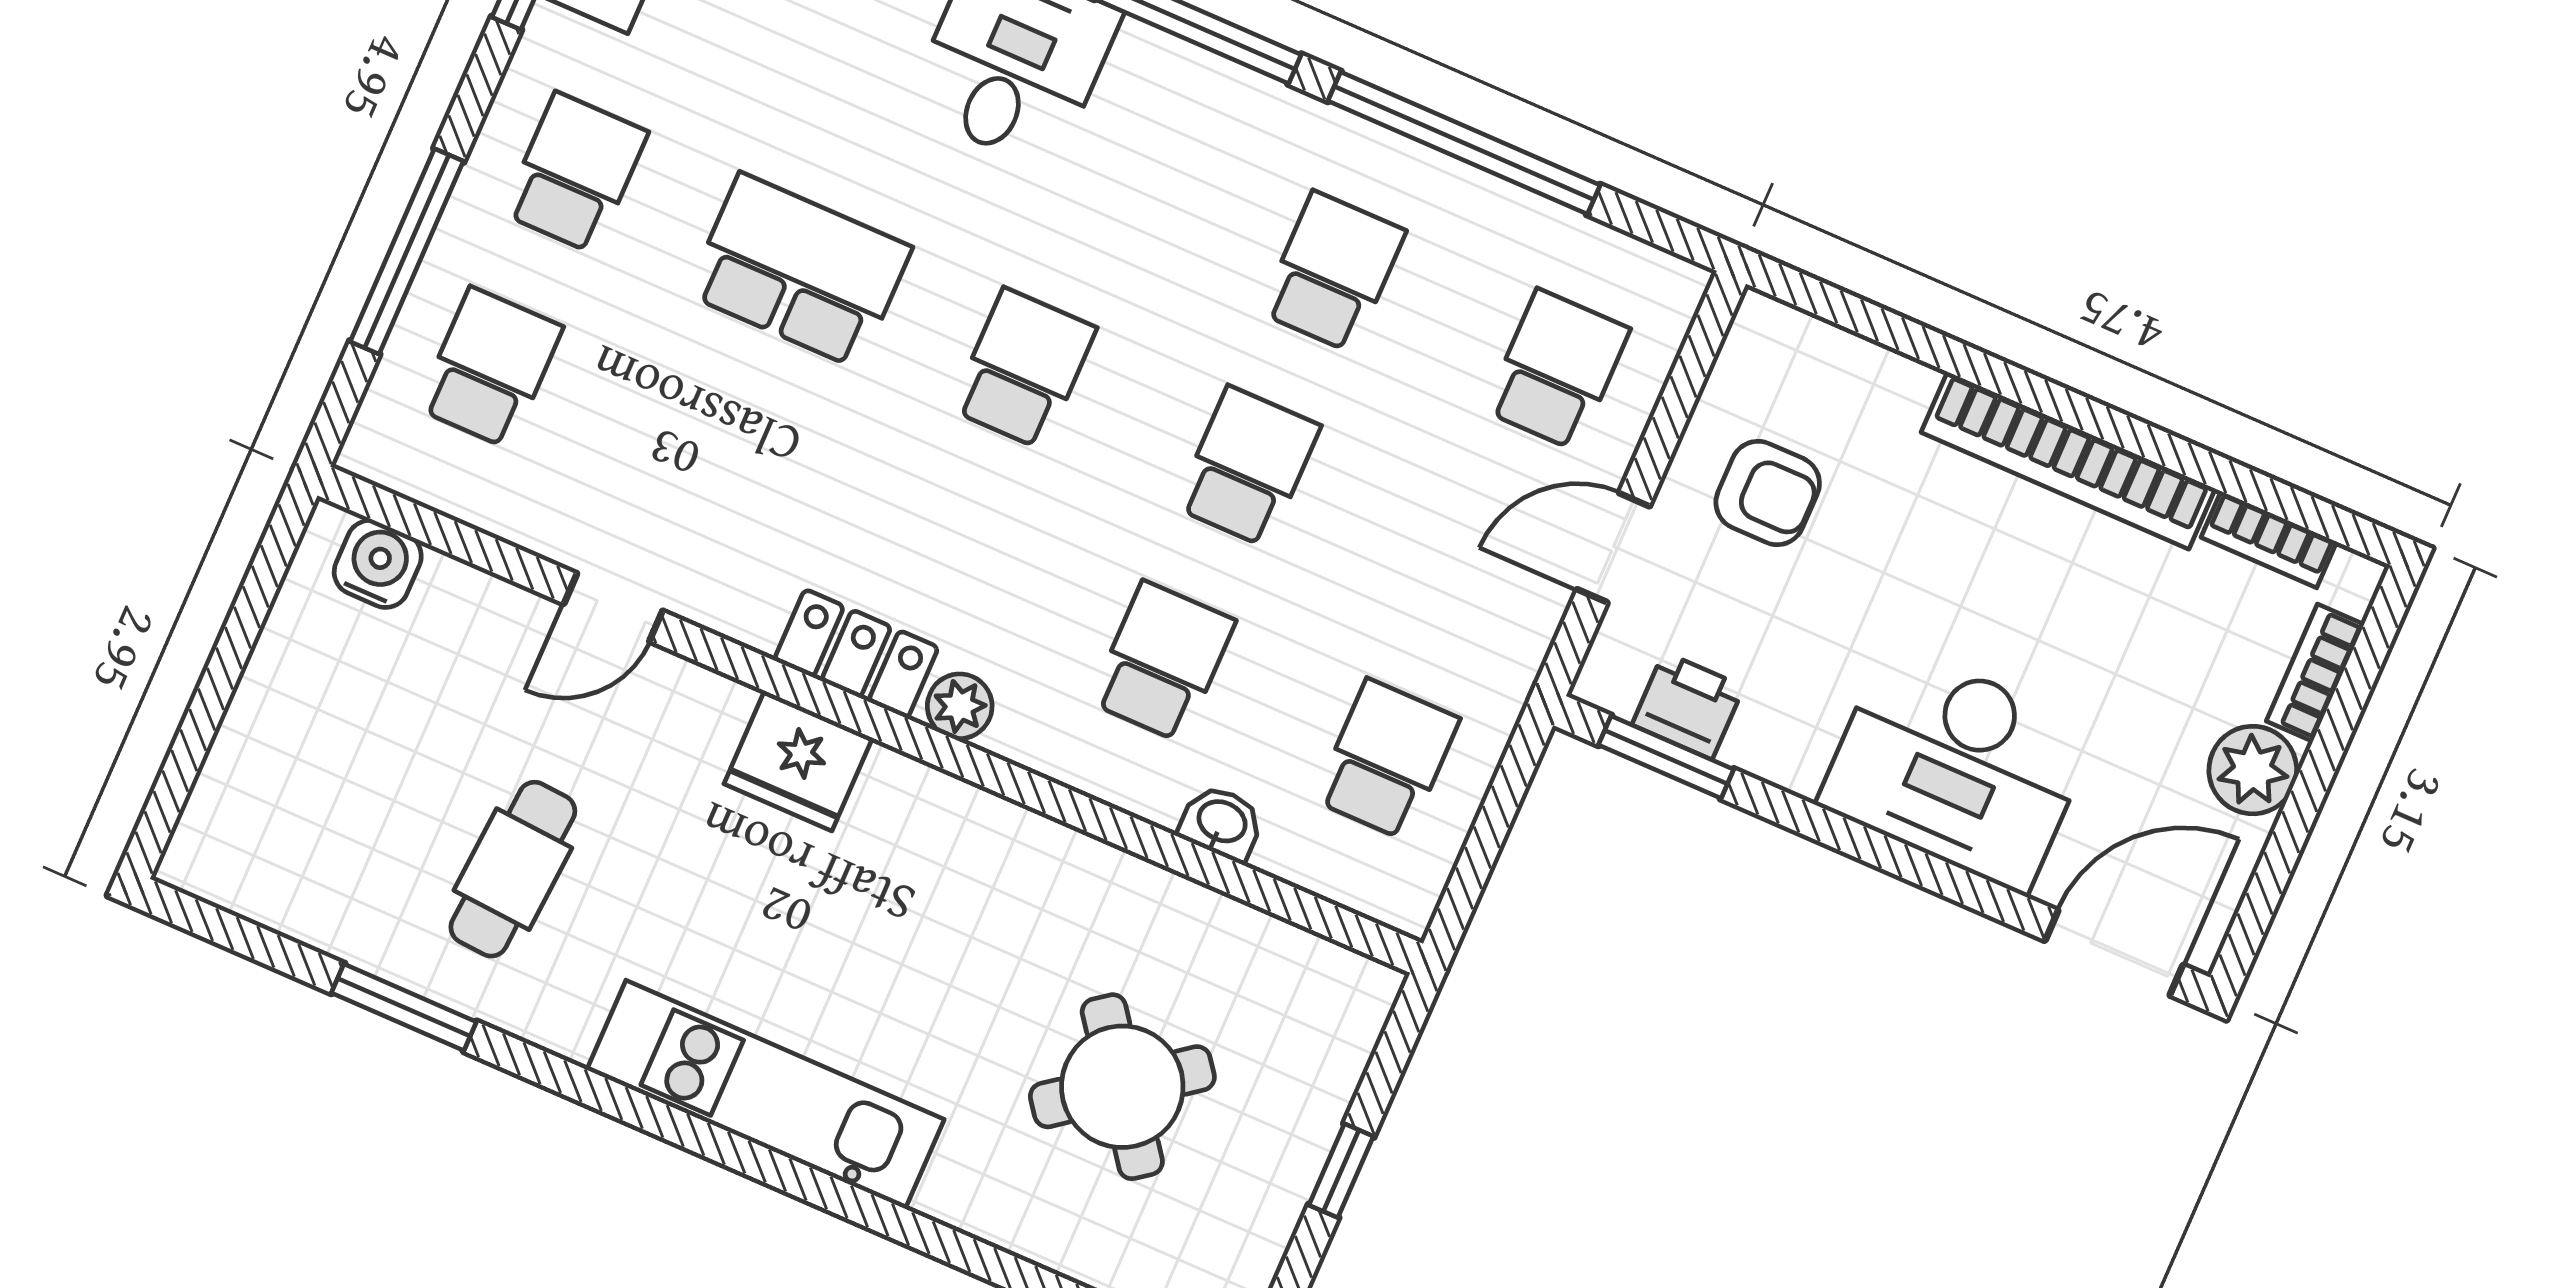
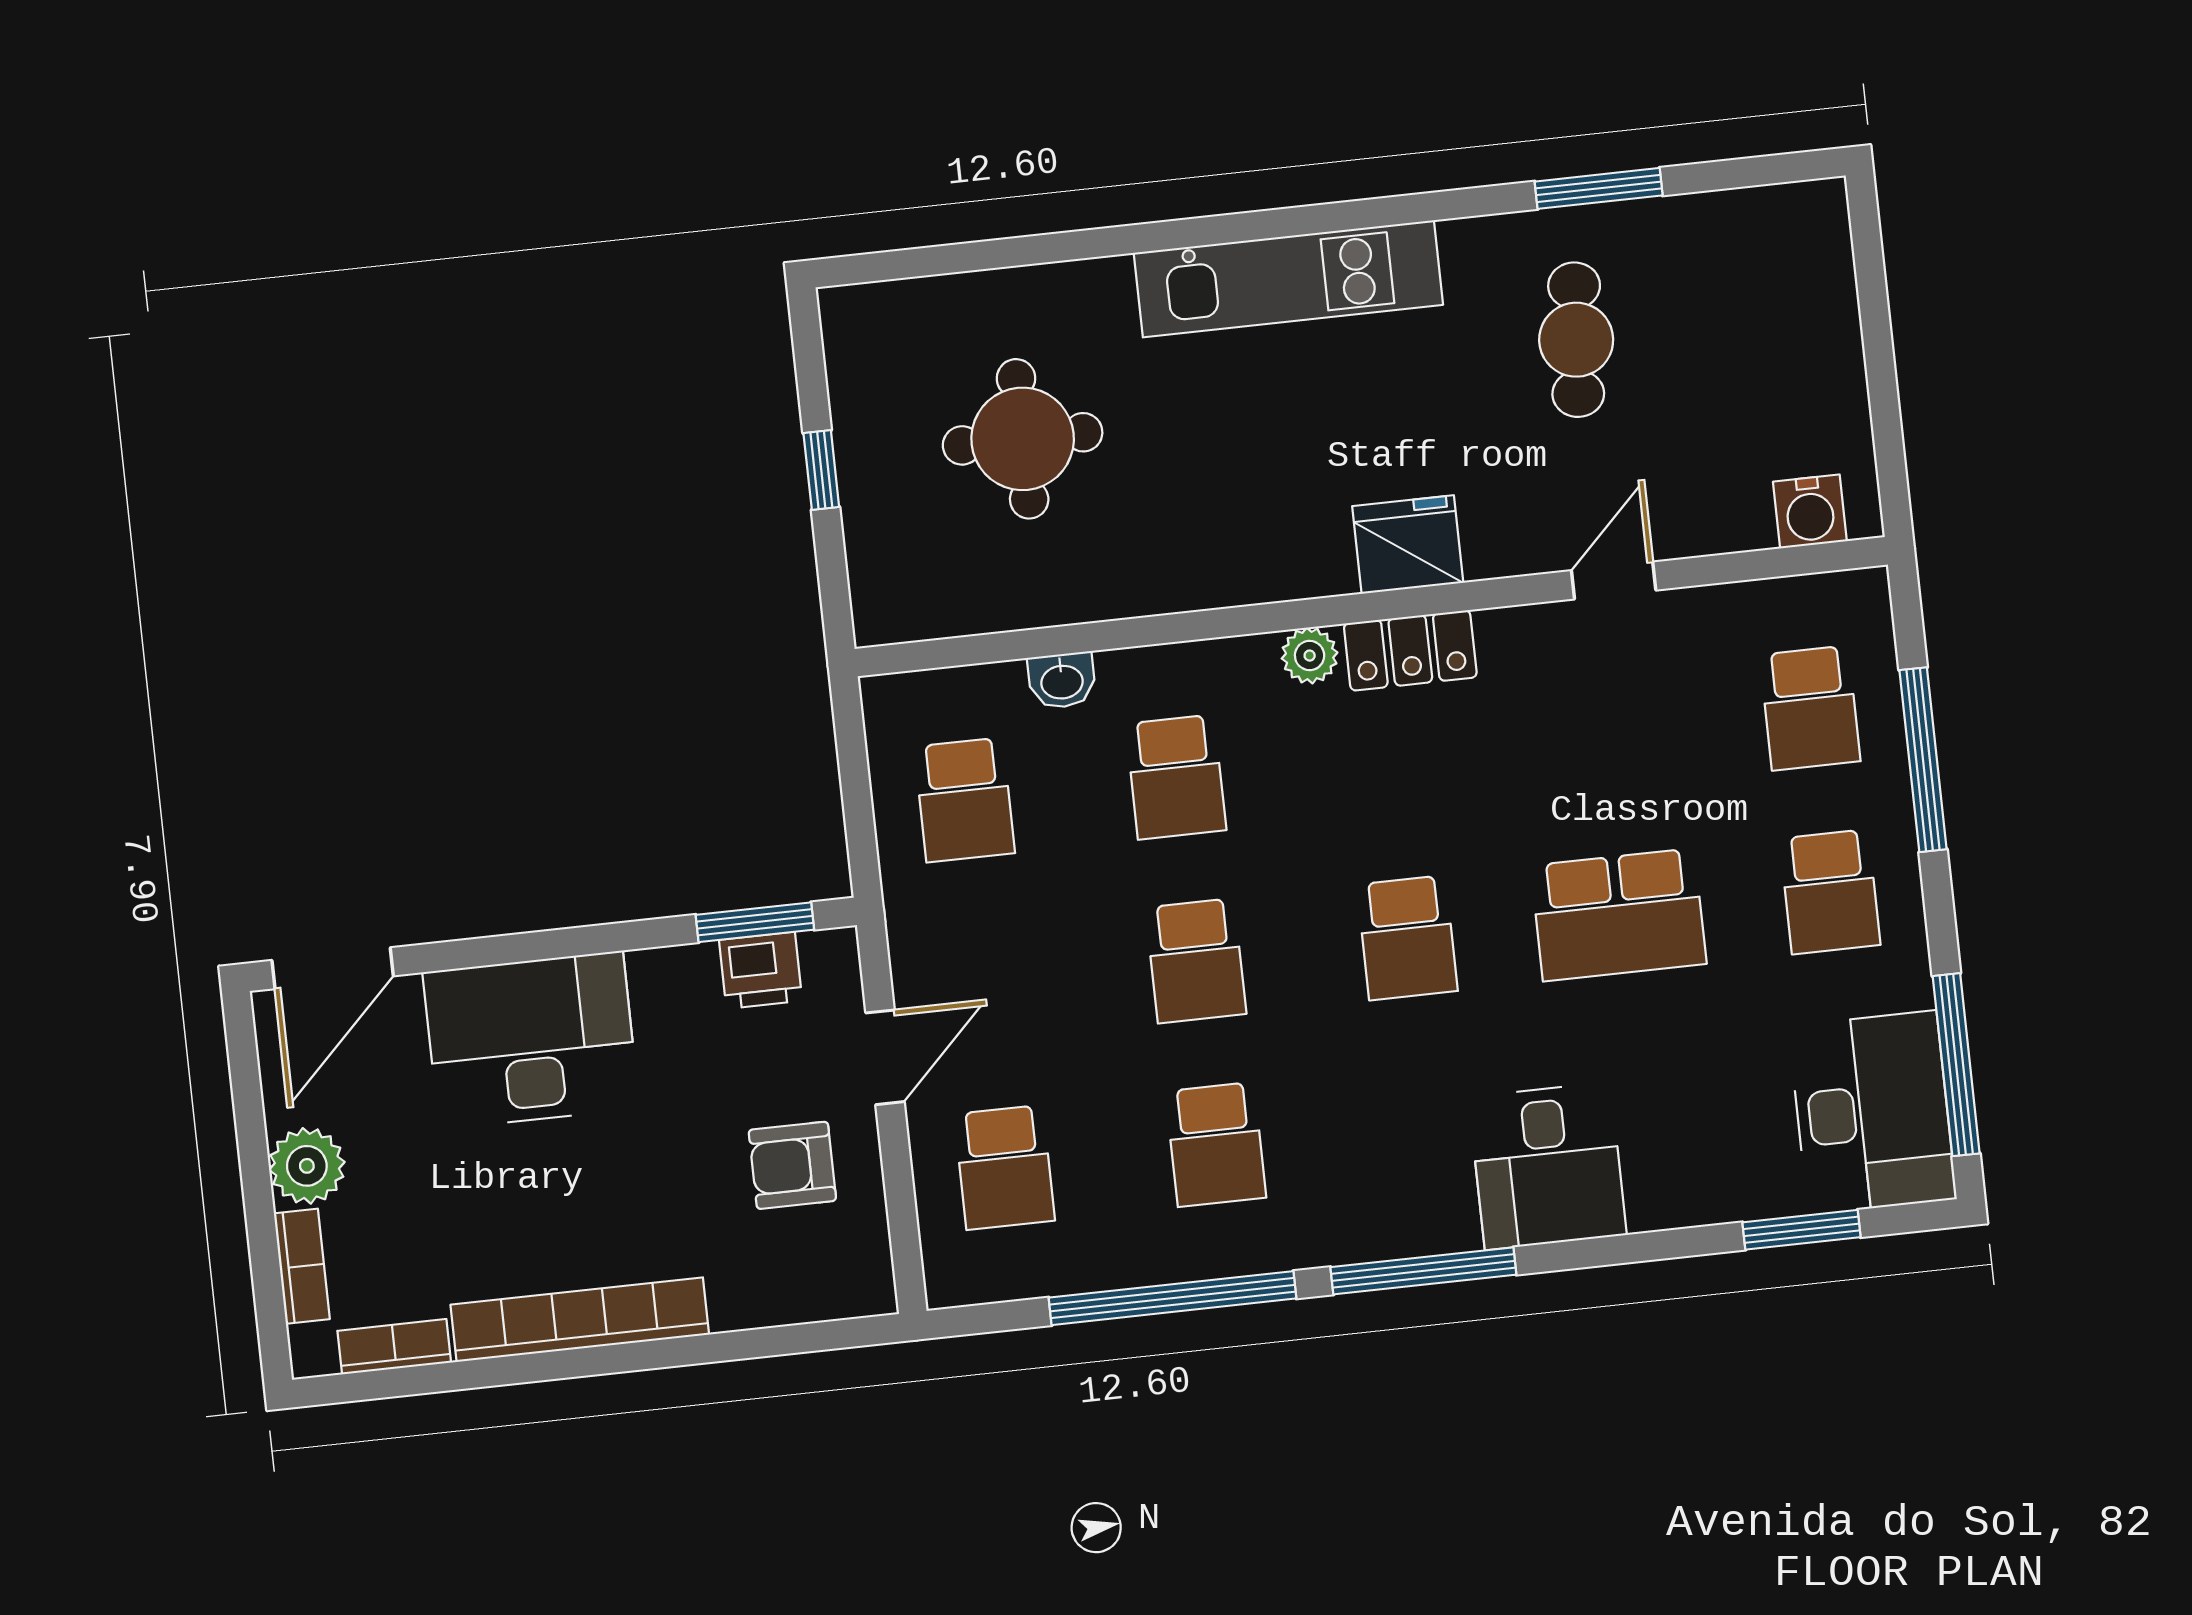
round table: (1122, 1087) -> (1023, 439), turned 37

